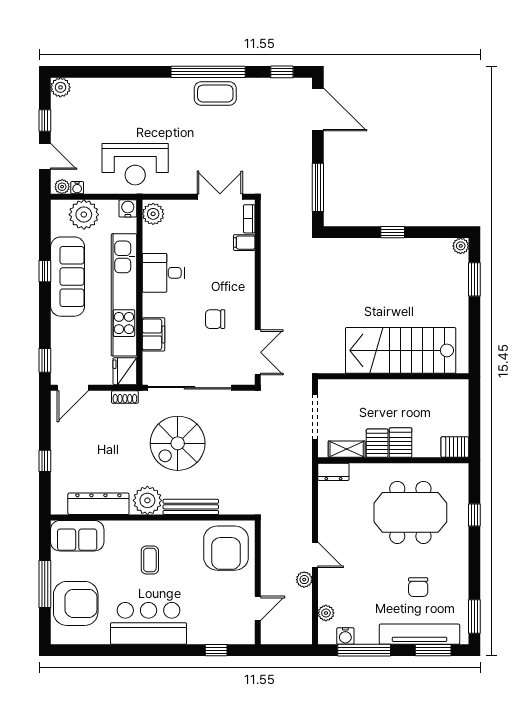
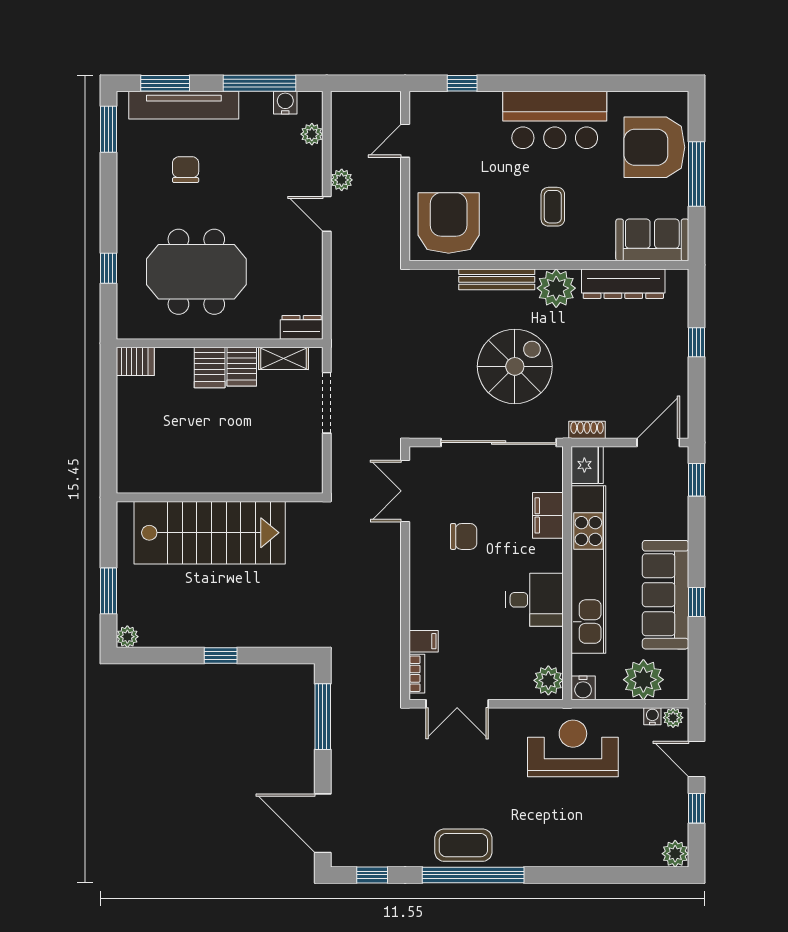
stairs: (401, 350) -> (210, 533), moved
wall: (393, 376) -> (220, 497), moved

